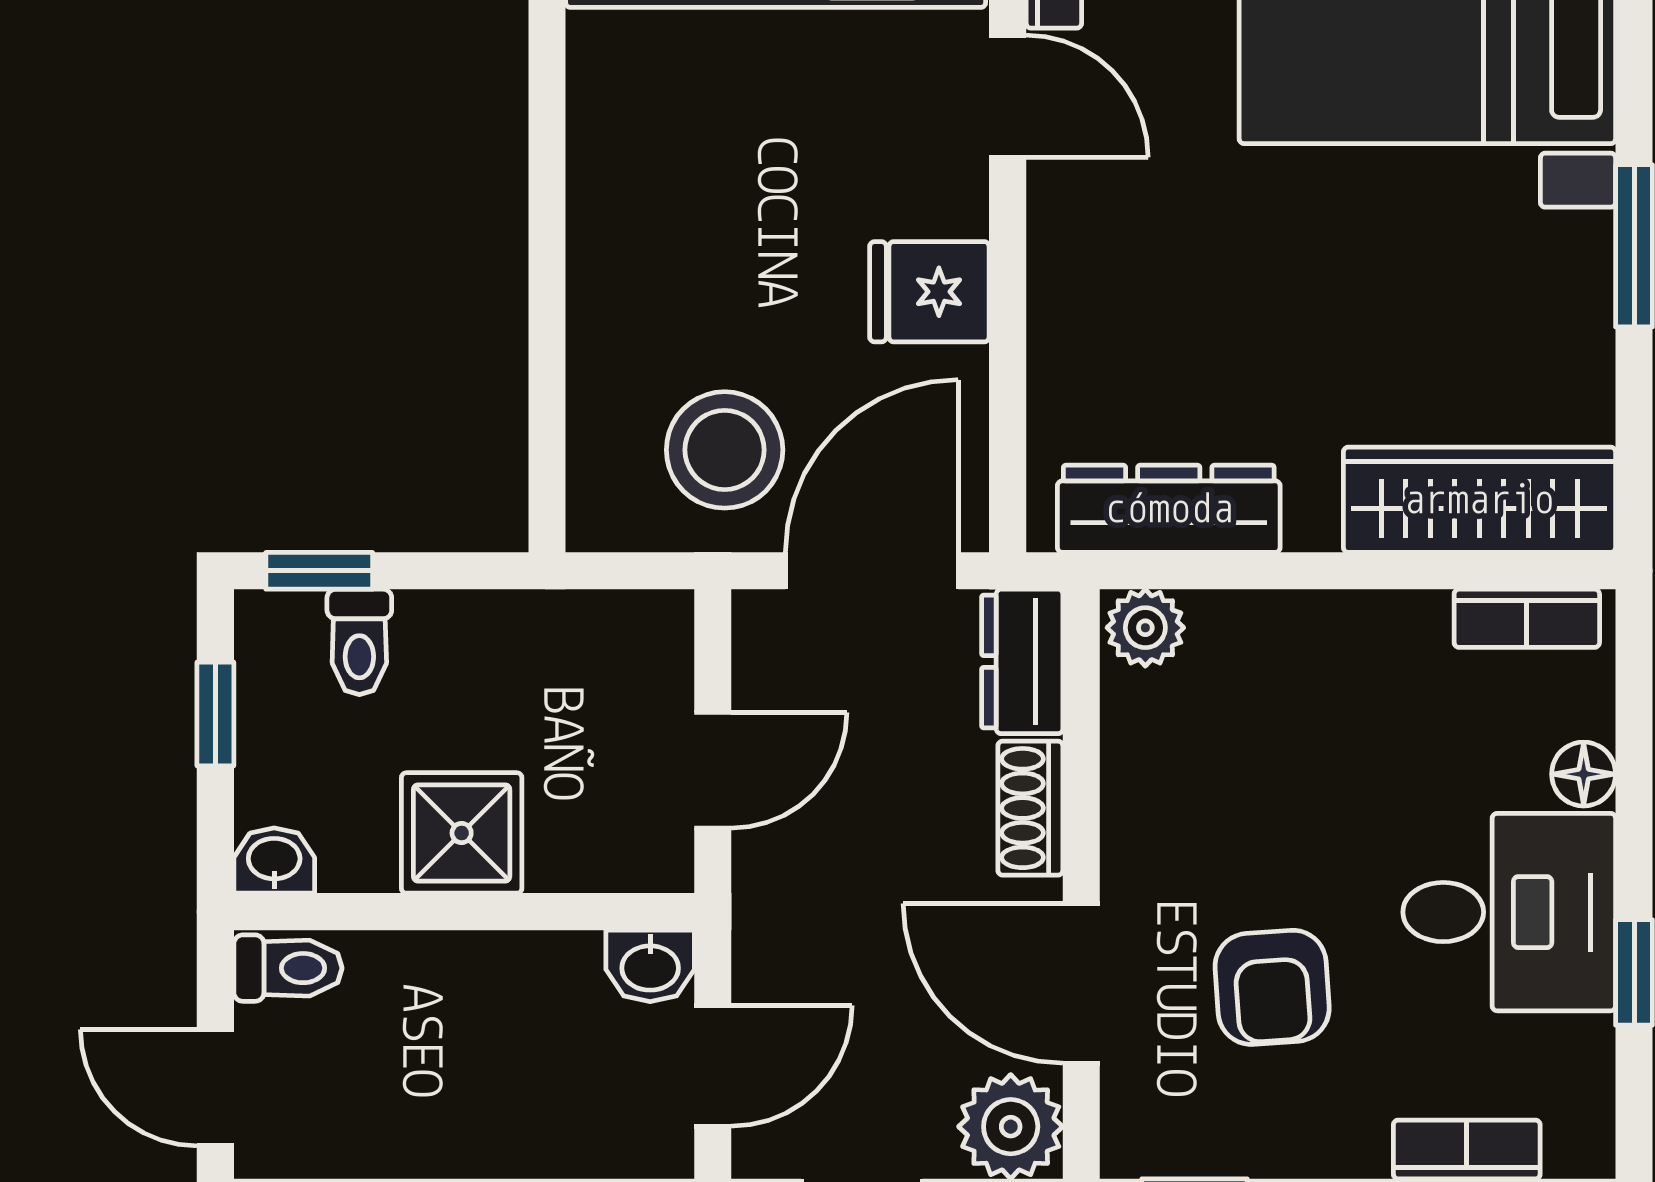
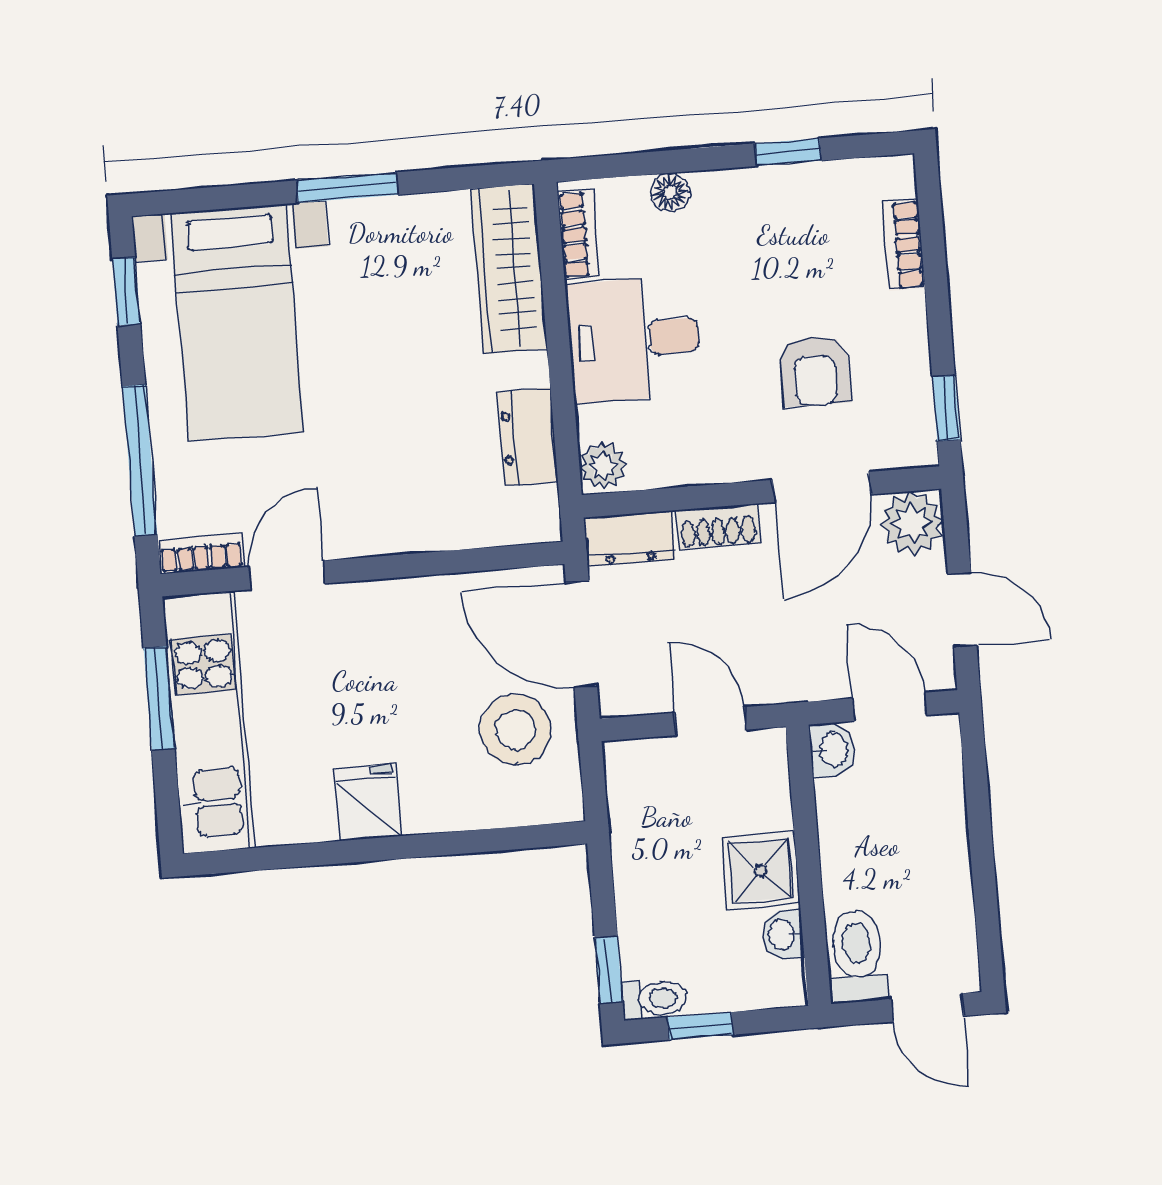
fridge: (929, 292) -> (367, 802), moved, turned 180
dresser: (1169, 509) -> (528, 437), width x0.70
toilet: (359, 642) -> (654, 999), moved
washbasin: (274, 861) -> (783, 935), moved
desk: (1509, 912) -> (634, 339), moved, turned -90
toilet: (288, 968) -> (858, 956), width x1.37, depth x1.39
armchair: (1272, 987) -> (815, 371), turned 94
door: (215, 1088) -> (927, 1008), hinge flipped

